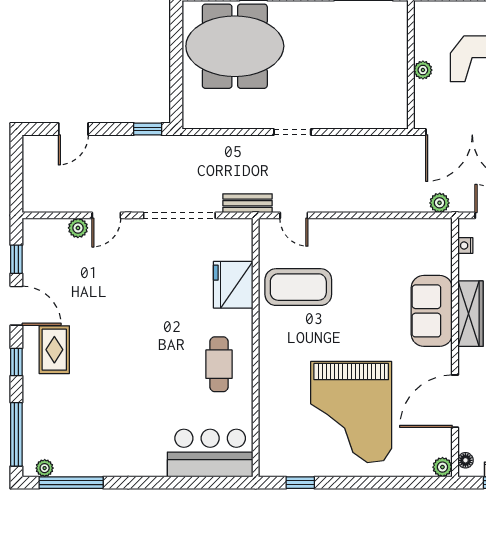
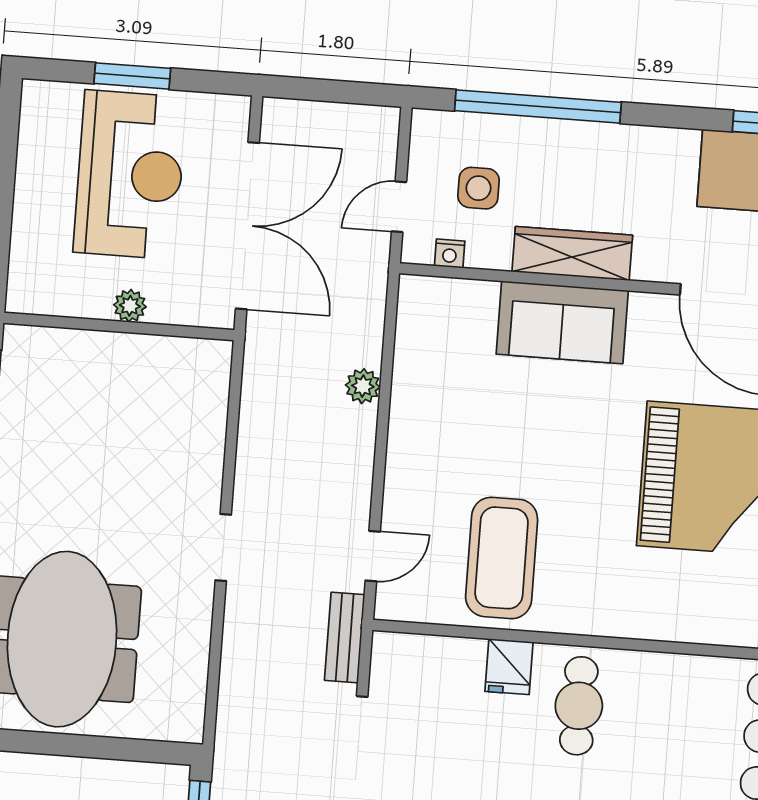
plant: (440, 203) -> (363, 386), moved
fridge: (233, 285) -> (509, 667), width x0.53, depth x0.75
cafe table: (219, 364) -> (579, 706), moved, turned 90

